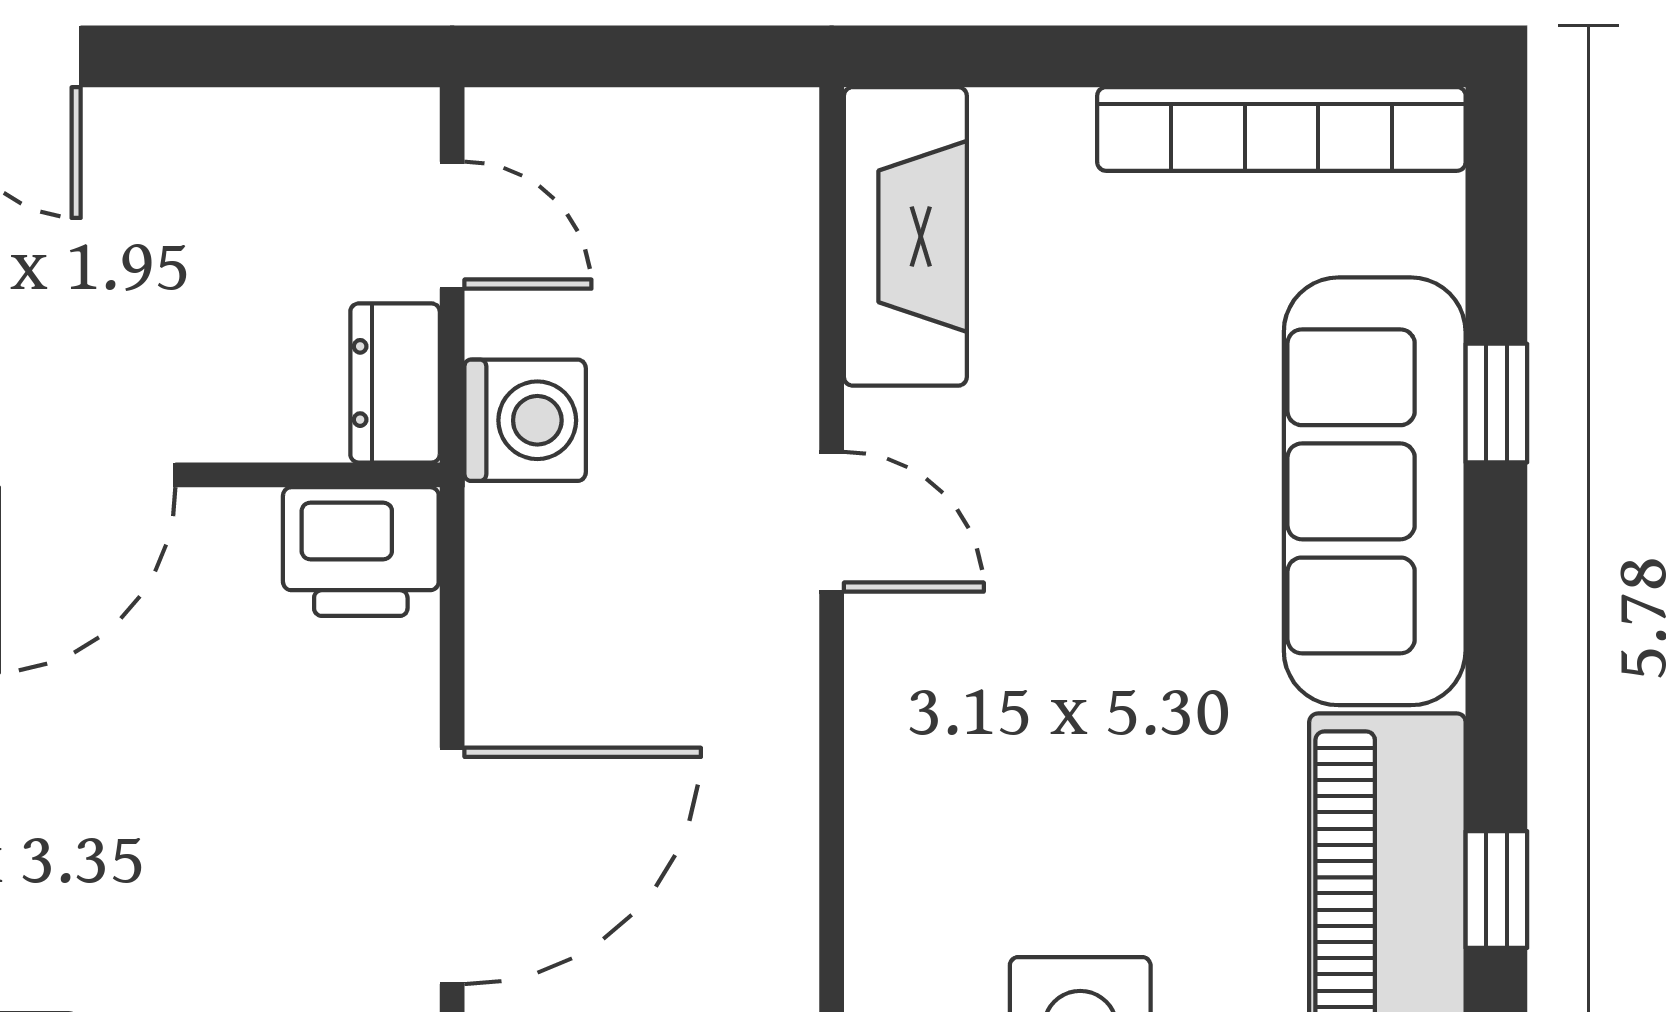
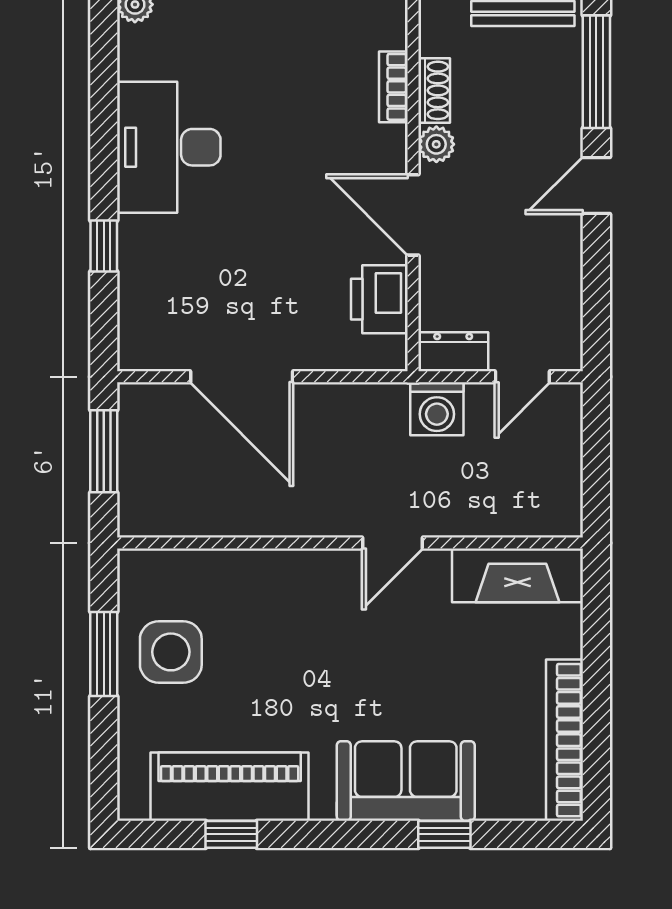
sofa: (1375, 491) -> (406, 781), width x0.73
printer: (361, 552) -> (379, 299), moved

